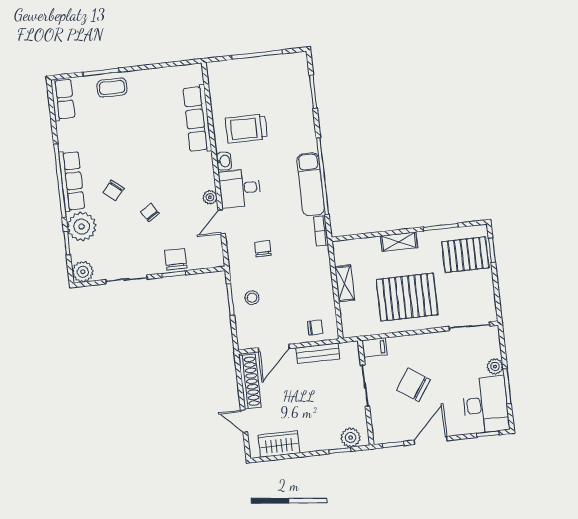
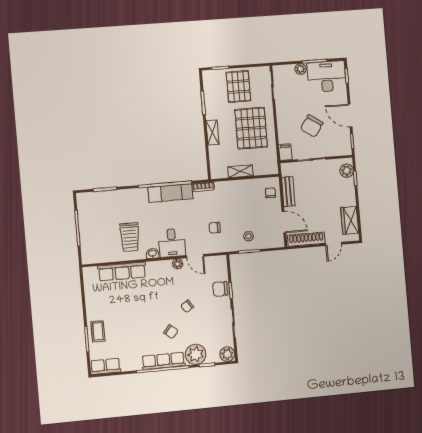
pallet: (465, 255) -> (238, 87), moved

